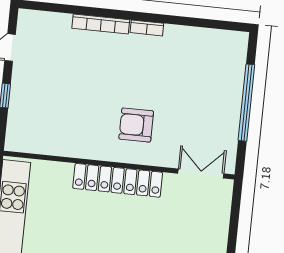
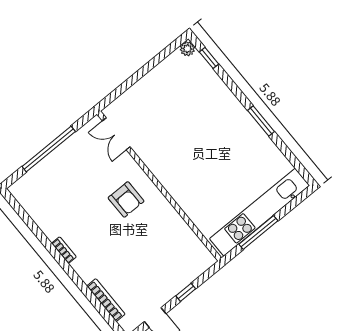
bookcase: (101, 24) -> (106, 300), moved
locker: (118, 180) -> (169, 178), removed

